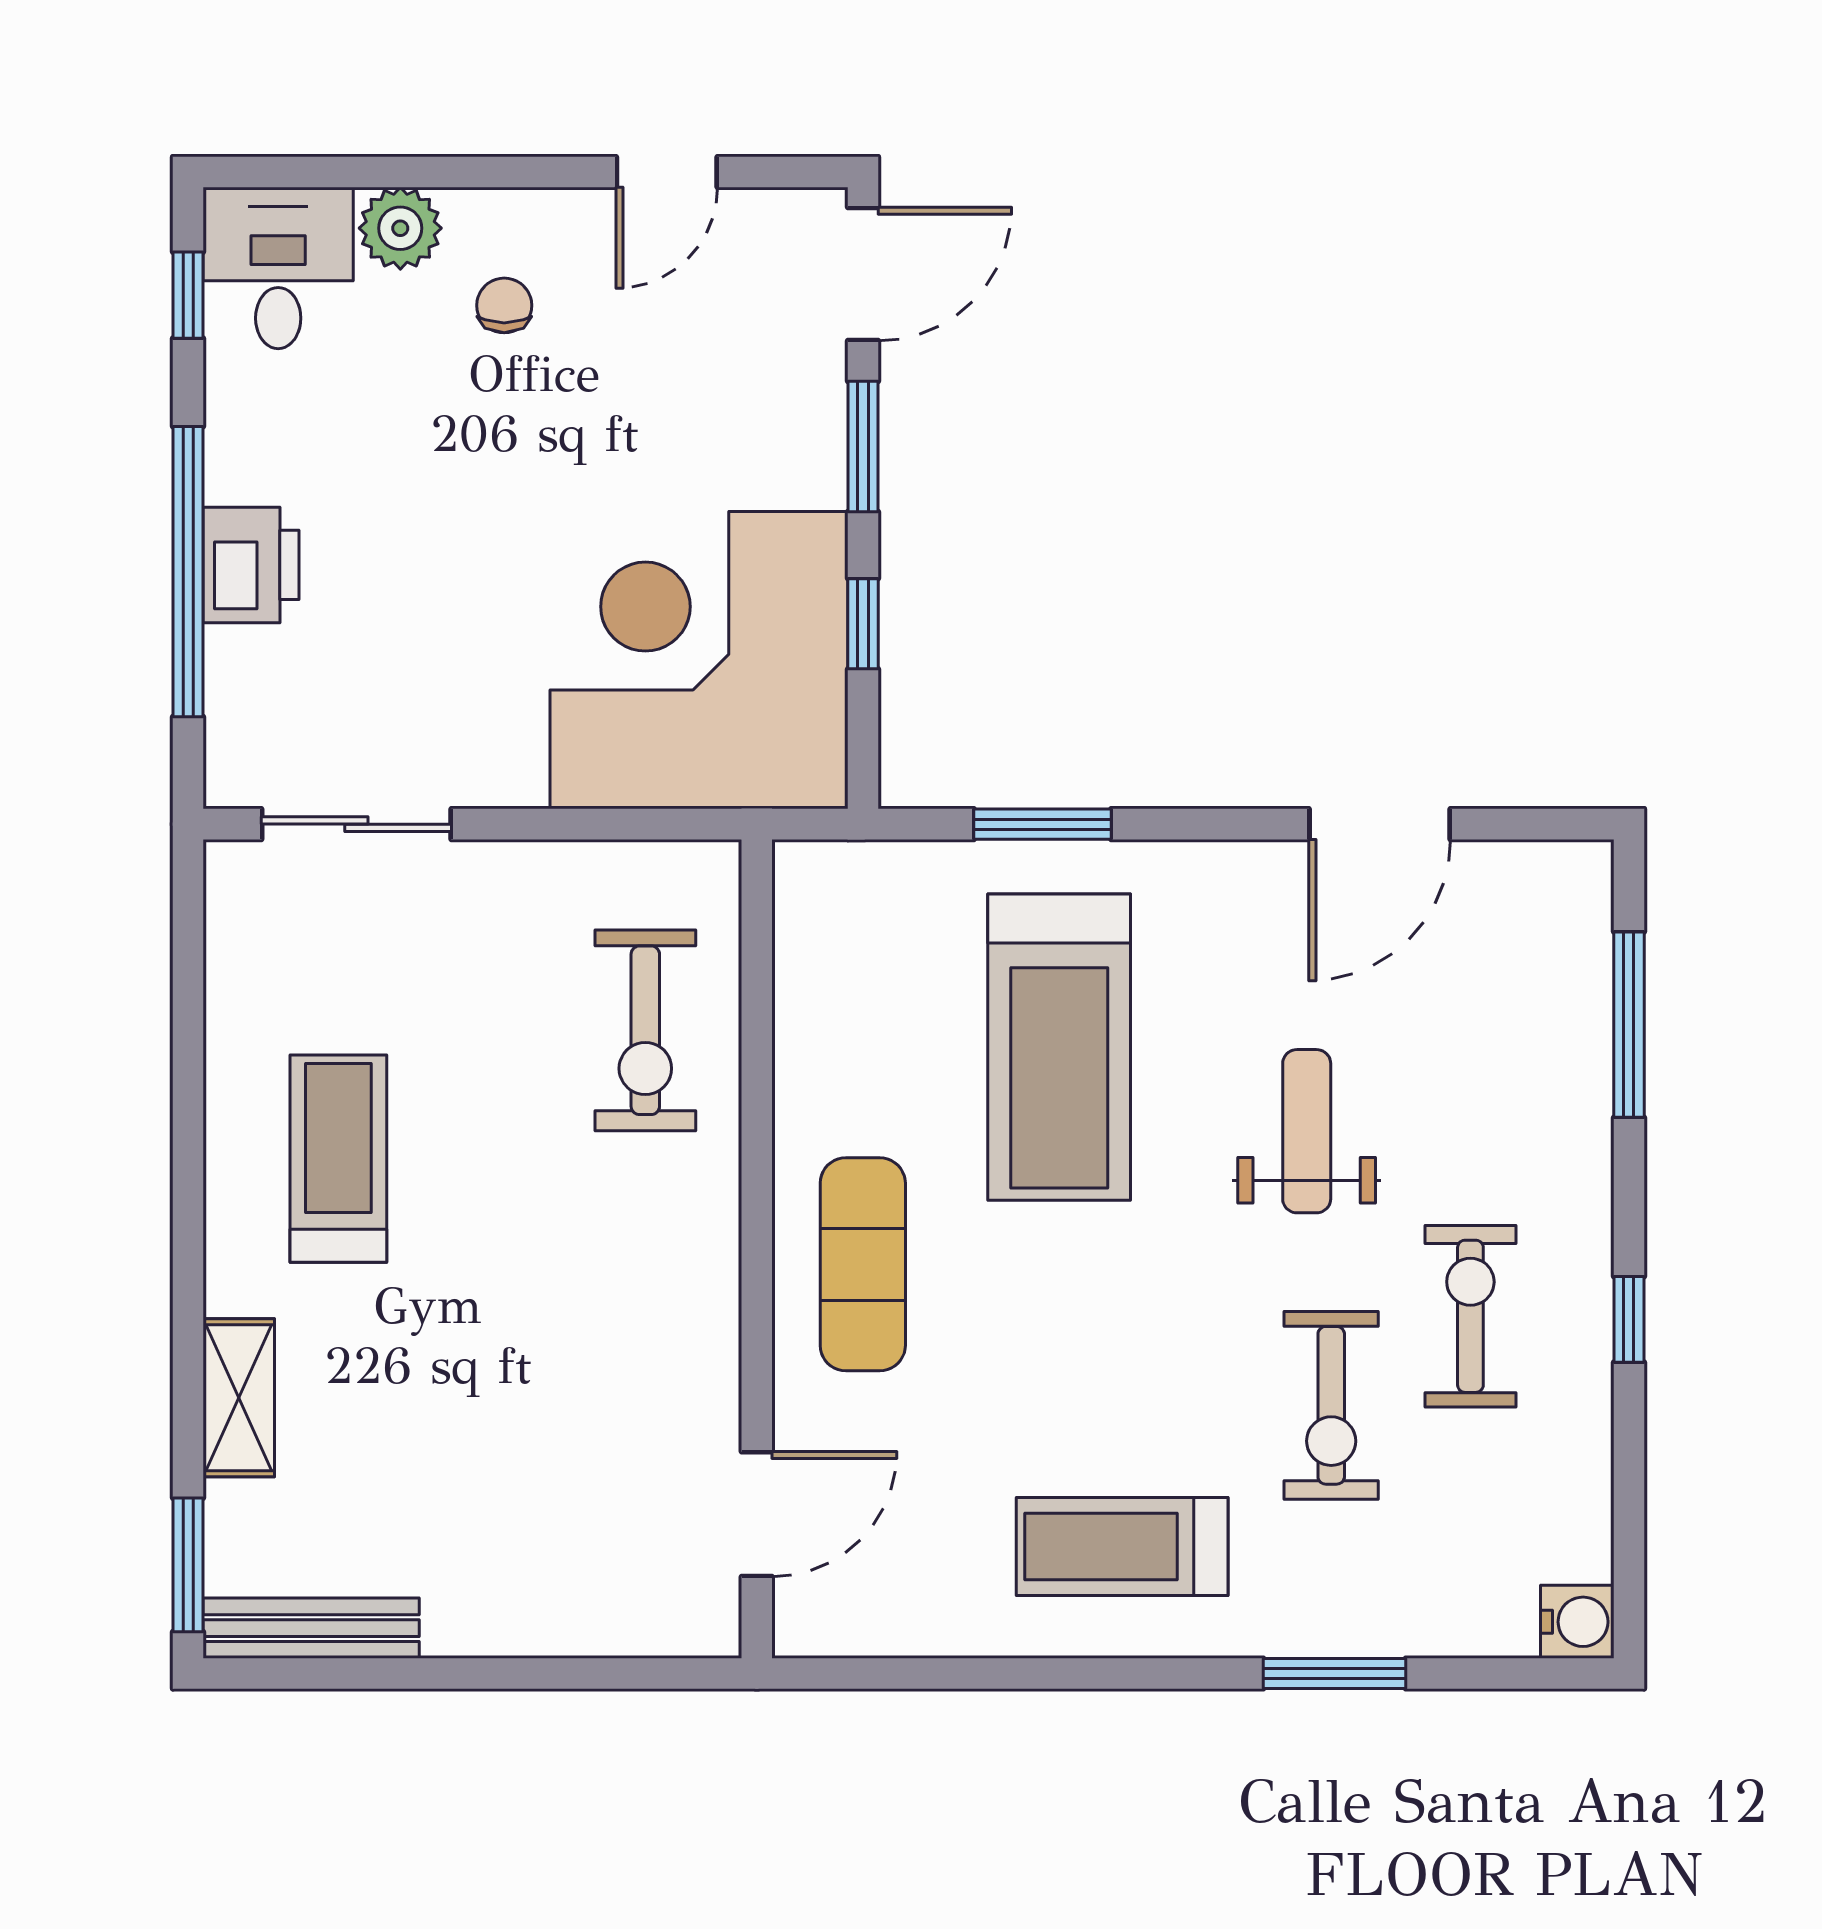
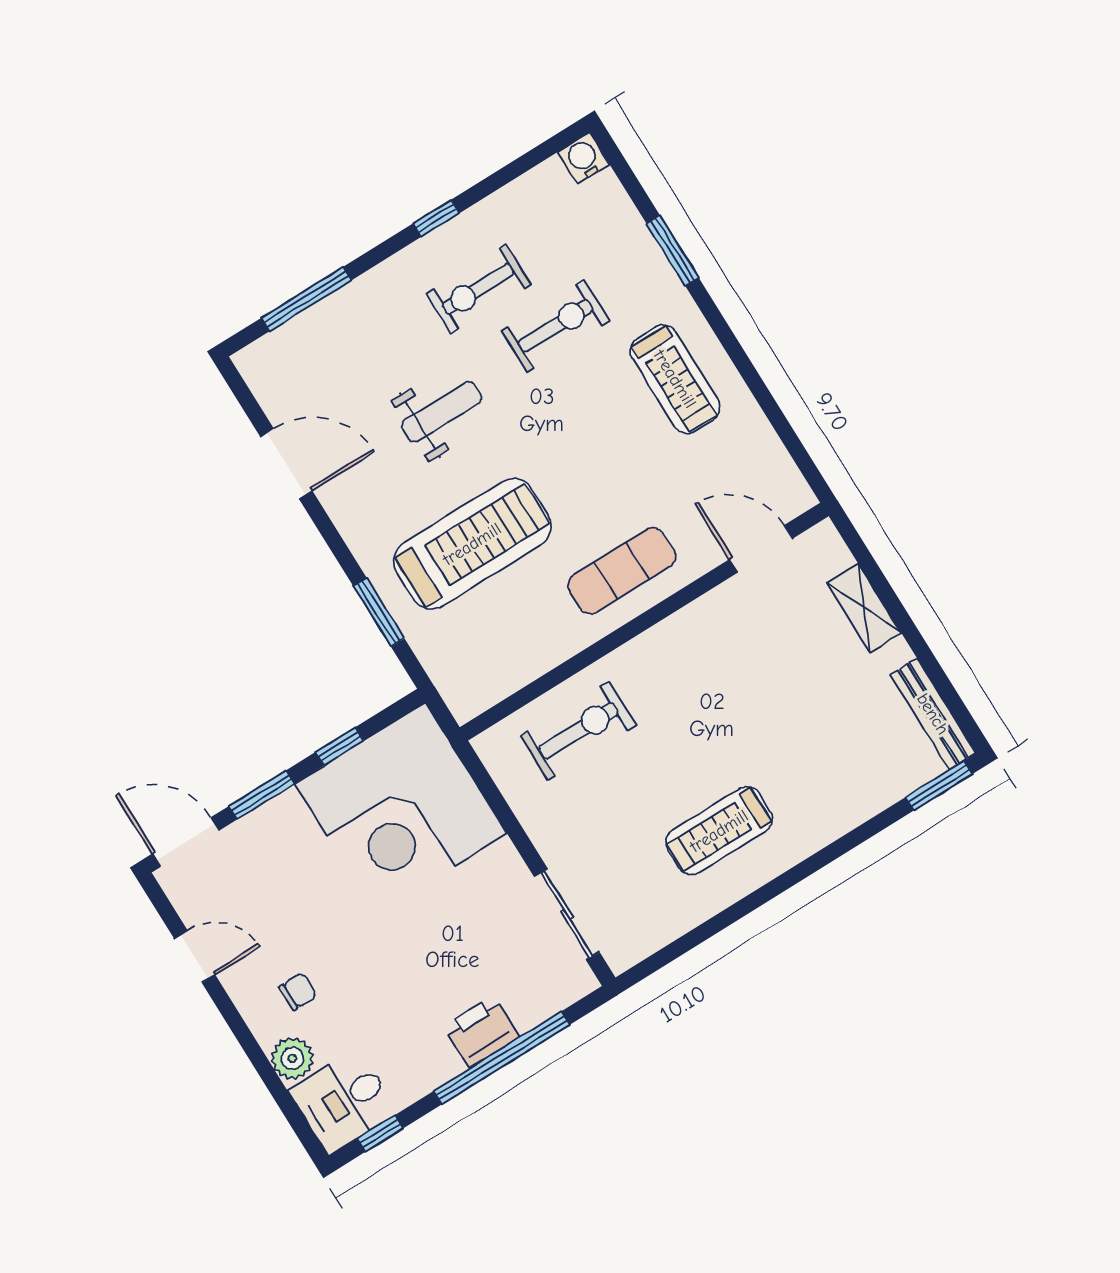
chair: (504, 305) -> (298, 991), turned 180
weight bench: (1307, 1131) -> (442, 412), turned 180
shelving: (239, 1398) -> (864, 608), moved, turned 90

